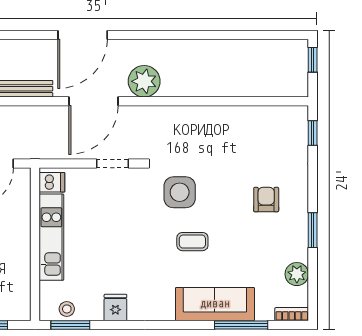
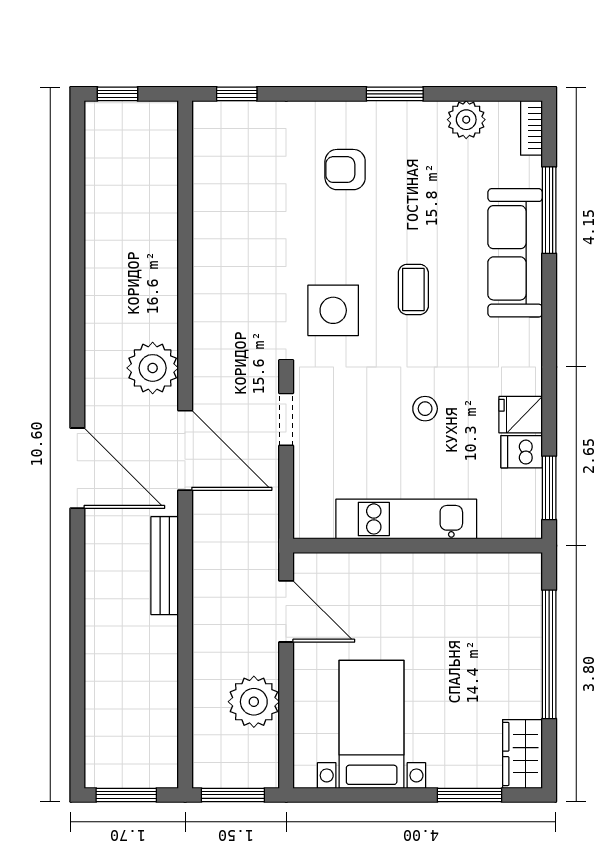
dishwasher: (52, 182) -> (522, 452), moved, turned -90
stool: (67, 309) -> (425, 409), moved

